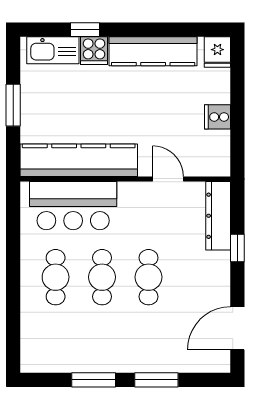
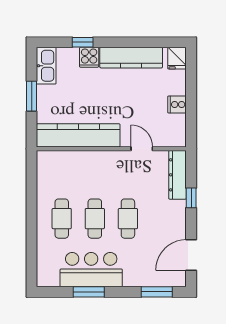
kitchen sink: (53, 50) -> (46, 66), moved, turned -90
bar counter: (73, 206) -> (91, 270), moved, turned 180
window: (156, 380) -> (157, 292), moved

